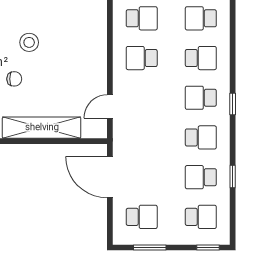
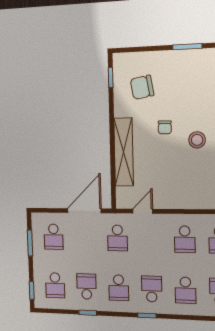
school desk: (142, 58) -> (185, 239), turned 180
door: (110, 107) -> (143, 211), hinge flipped
school desk: (142, 137) -> (117, 238), added

